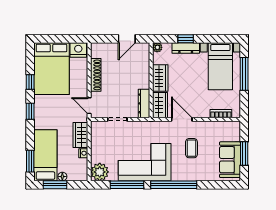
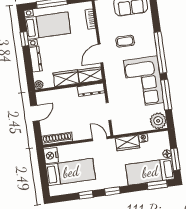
door: (127, 39) -> (35, 113), hinge flipped
window: (186, 39) -> (24, 39), moved
bed: (51, 69) -> (71, 172), width x0.67
shoe rack: (96, 75) -> (57, 139), moved
door: (89, 106) -> (100, 139), swing flipped

